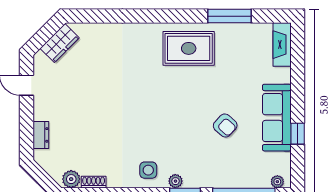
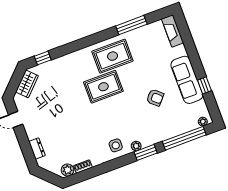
window: (94, 16) -> (43, 58), added
rug: (161, 85) -> (103, 87), added

